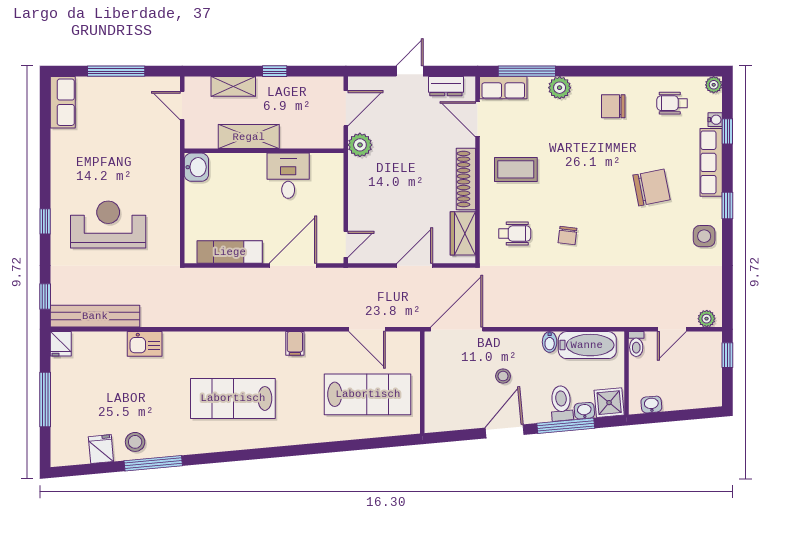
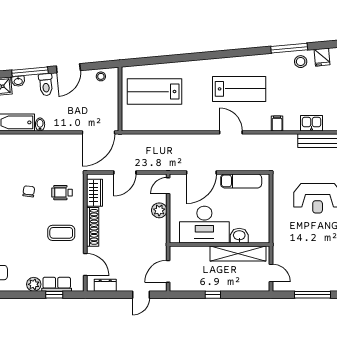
door: (410, 71) -> (141, 295), moved
window: (527, 71) -> (54, 295), width x0.46
shelving: (233, 86) -> (239, 285), removed
row of seats: (503, 88) -> (57, 284), moved
shelving: (249, 137) -> (238, 254), width x1.47
plant: (360, 145) -> (159, 210), moved
washbasin: (196, 167) -> (239, 236), moved, turned 90
desk: (288, 176) -> (204, 225), width x1.87, depth x1.30
door: (367, 329) -> (231, 132), moved
filing cabinet: (295, 343) -> (277, 124), moved
kitchen sink: (145, 344) -> (311, 123), moved
stool: (503, 376) -> (101, 76), moved
toilet: (561, 403) -> (46, 85), moved

